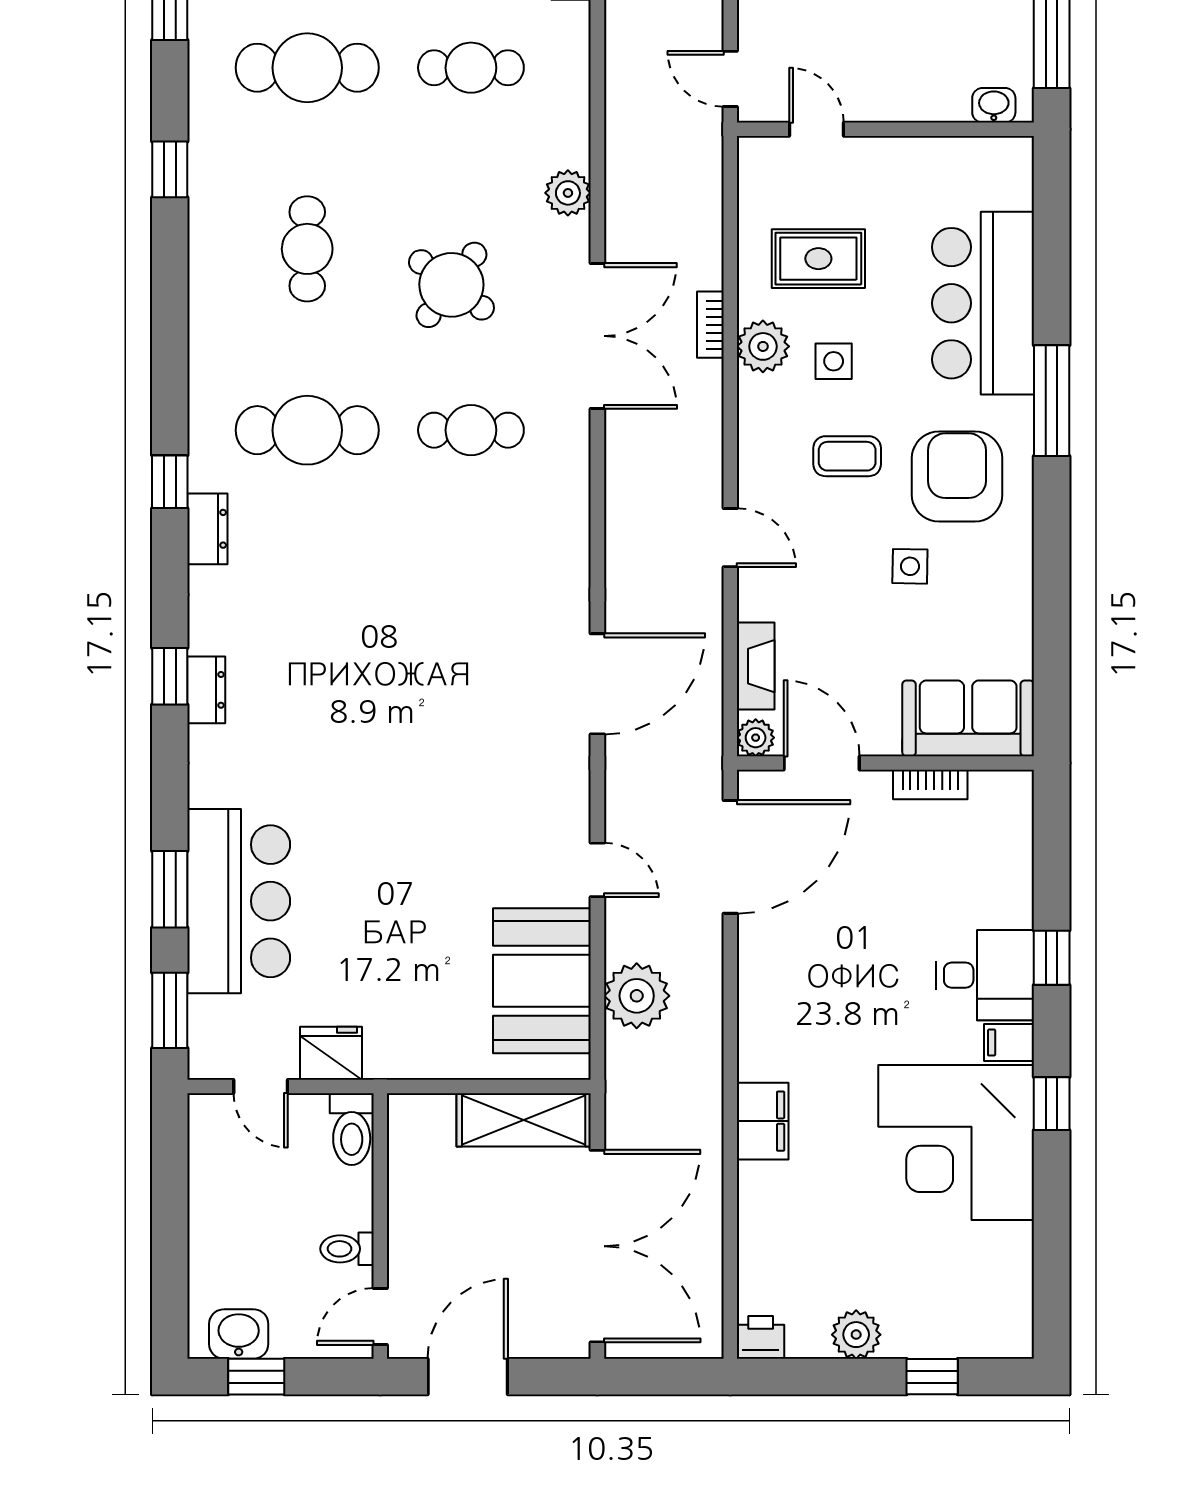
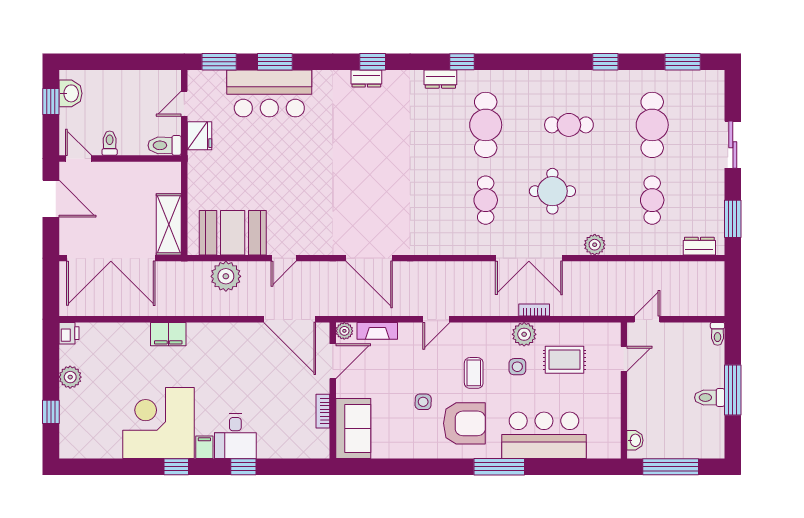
rug: (818, 259) -> (564, 360), turned 90
round table: (451, 285) -> (552, 191), turned -37

